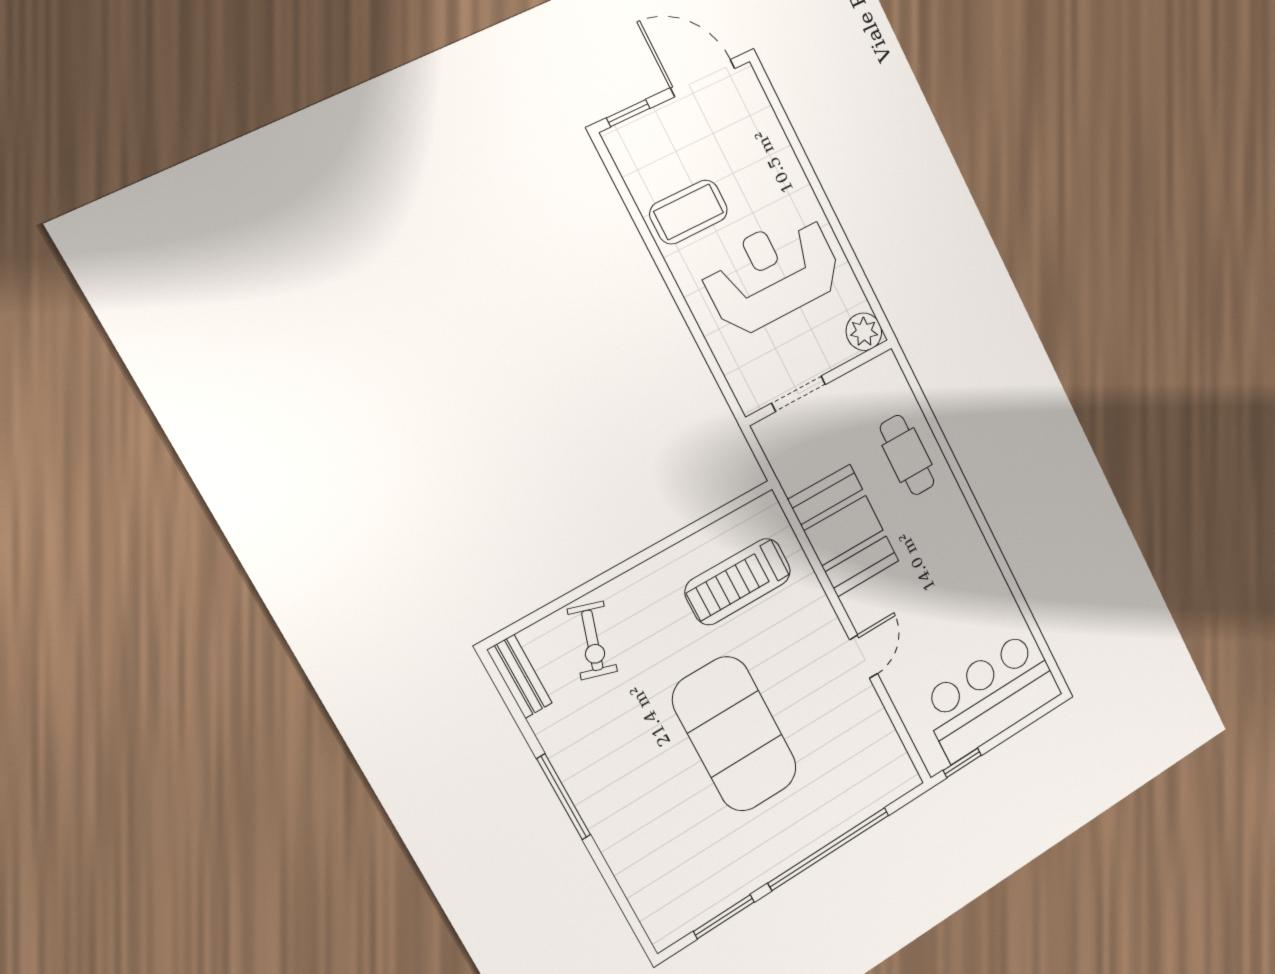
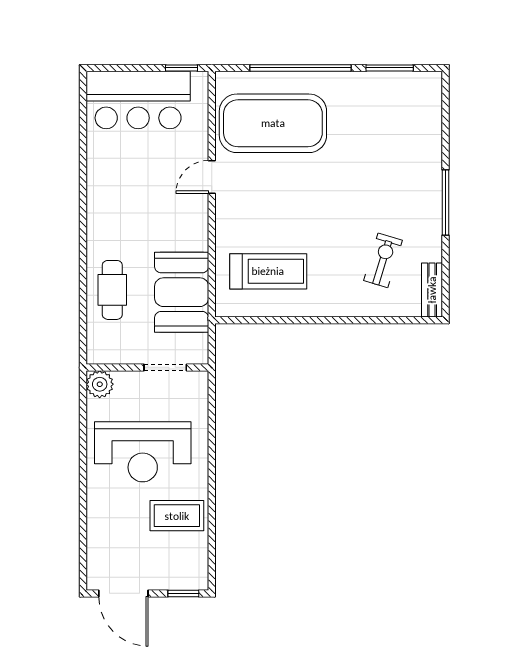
booth: (844, 531) -> (182, 292), moved
exercise bike: (592, 640) -> (383, 260), moved
exercise mat: (735, 734) -> (273, 123), moved, turned 90

